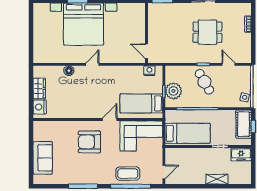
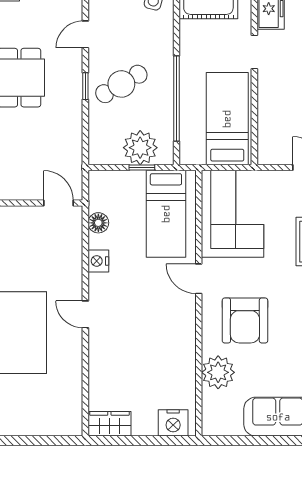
door: (147, 51) -> (58, 203), swing flipped
floor lamp: (69, 71) -> (98, 223), moved
nightstand: (149, 71) -> (98, 261), moved
wardrobe: (39, 88) -> (109, 424), moved
plant: (64, 129) -> (218, 372), added

